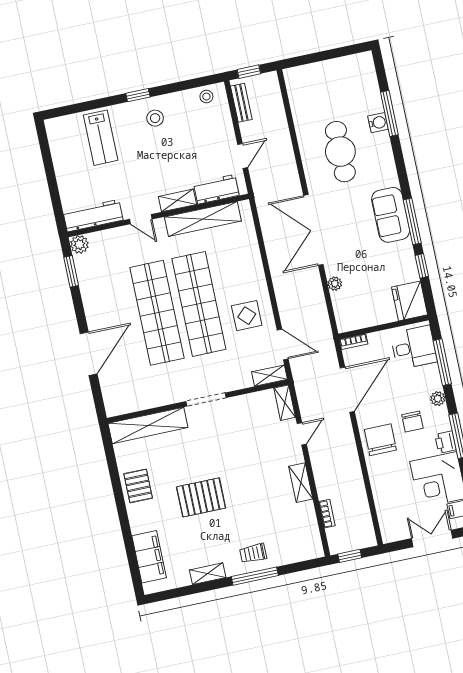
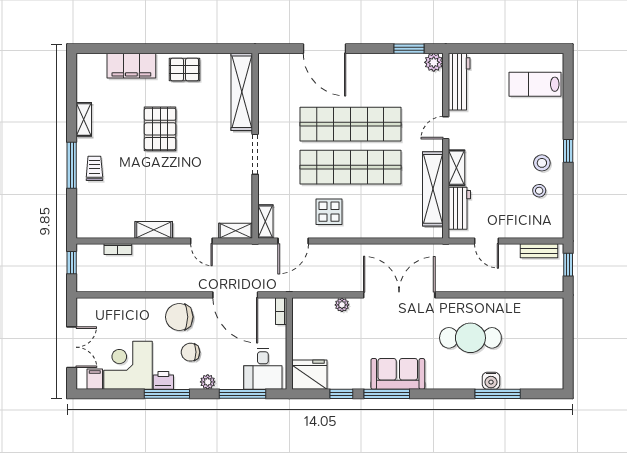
stool: (206, 97) -> (539, 191), moved
lab bench: (101, 138) -> (535, 84), moved
chair: (380, 440) -> (179, 317), turned 180
filing cabinet: (149, 557) -> (131, 66), moved

